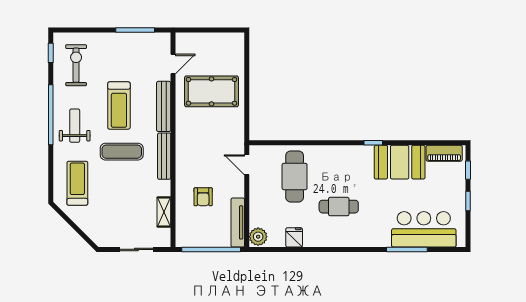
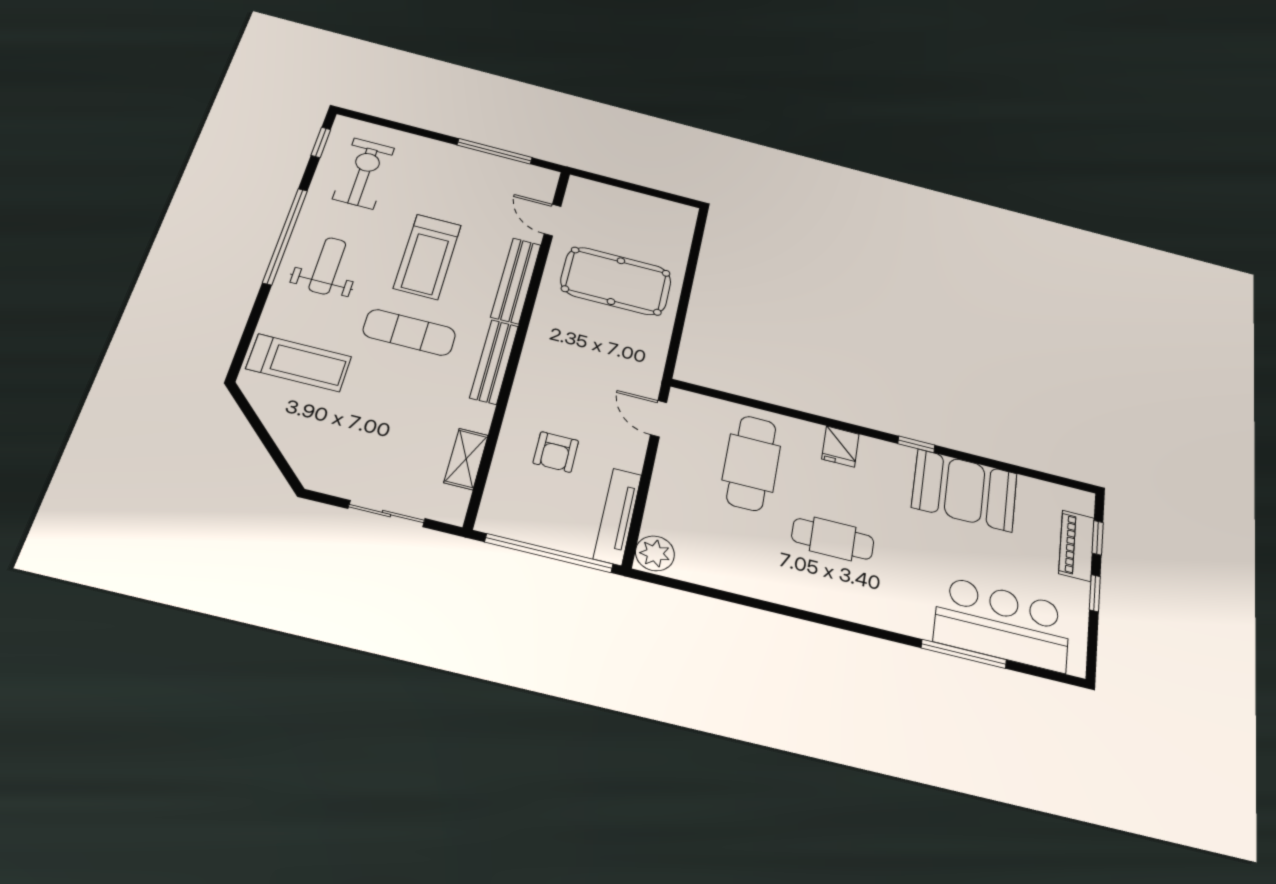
door: (173, 64) -> (553, 220), swing flipped
piano: (444, 153) -> (1077, 546), moved, turned 90
treadmill: (77, 183) -> (299, 363), turned 90
fridge: (294, 237) -> (840, 447), moved, turned 180

